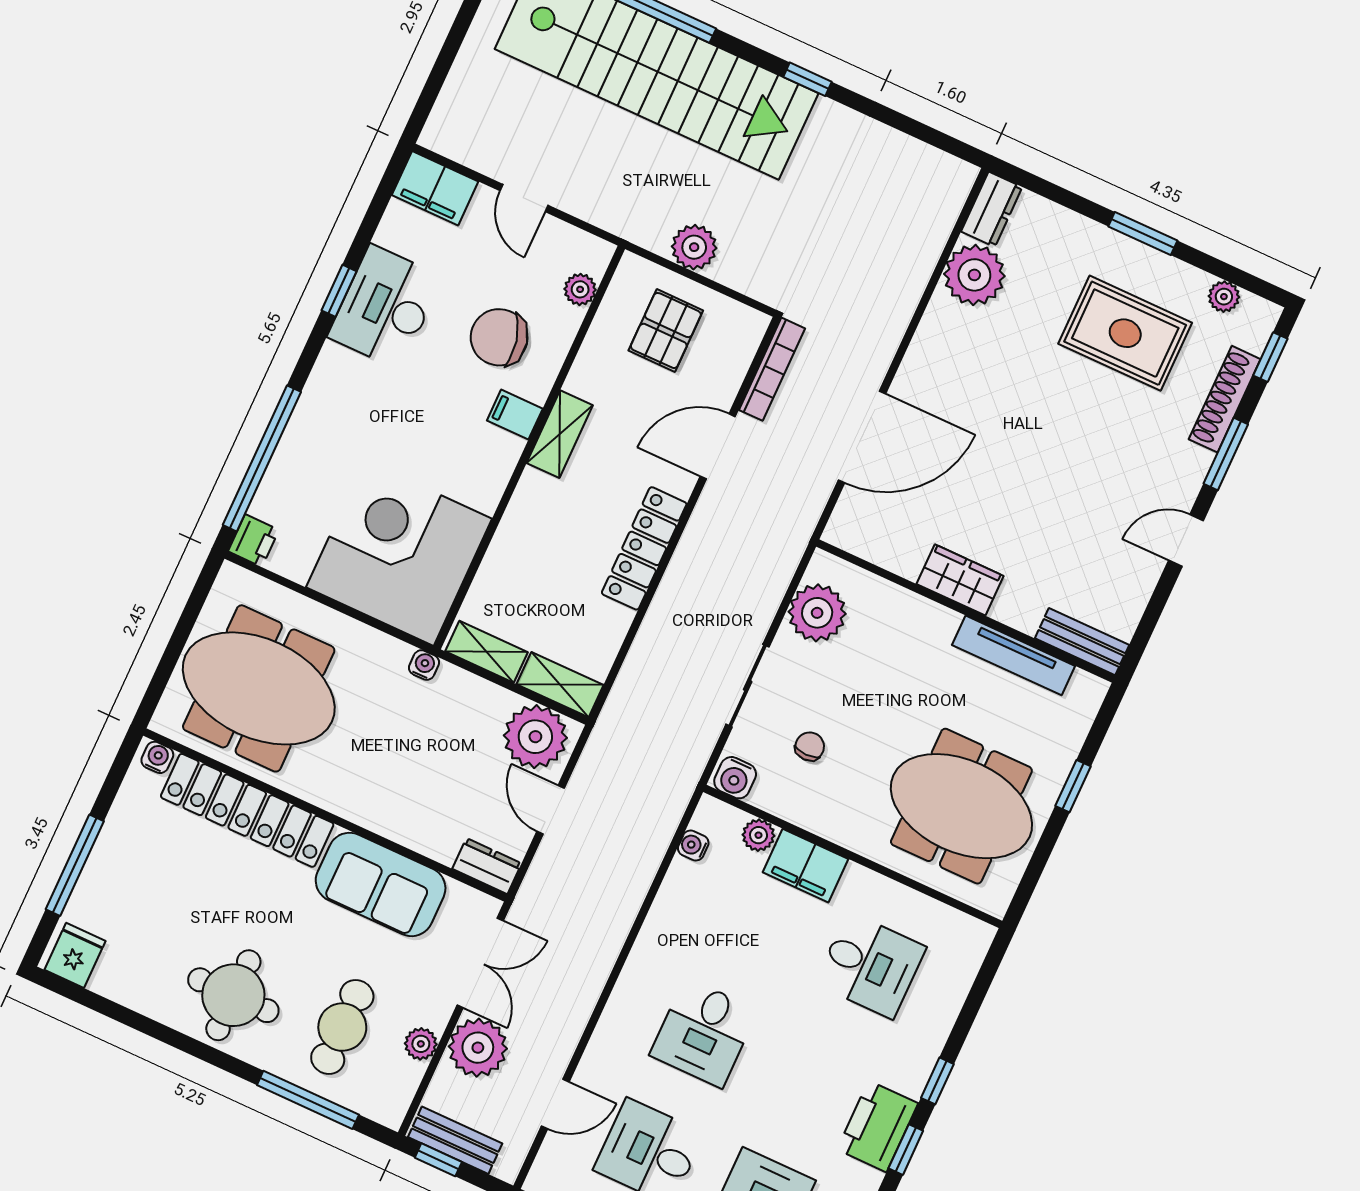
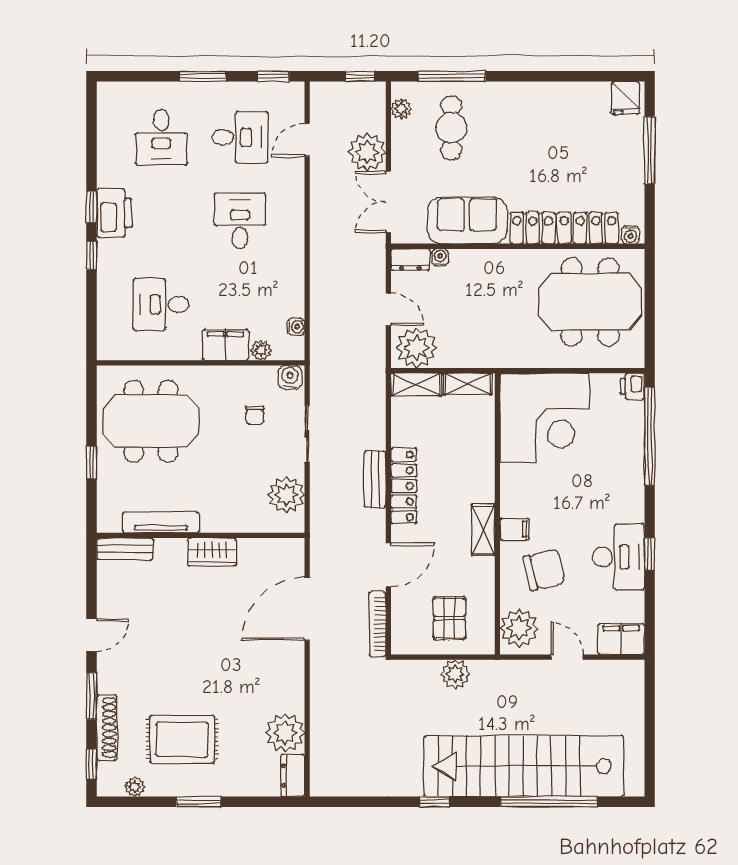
plant: (580, 289) -> (519, 628), width x1.88, depth x1.88
water cooler: (424, 665) -> (440, 257), moved, turned 180
round table: (233, 995) -> (523, 117), removed
plant: (421, 1044) -> (401, 109), moved
bench: (455, 1140) -> (375, 479), moved, turned 90

